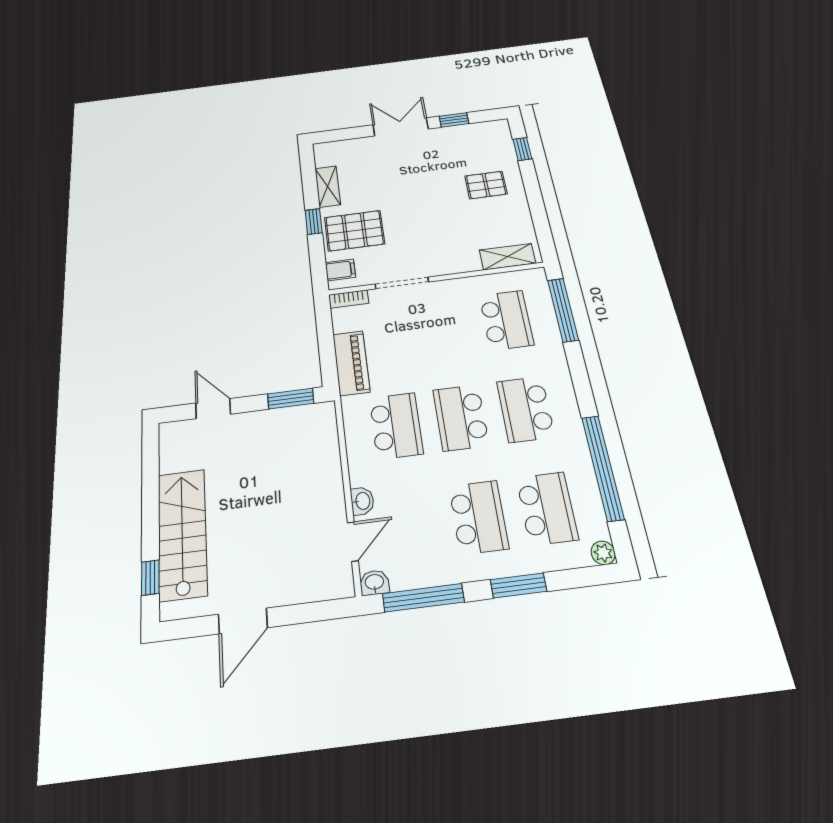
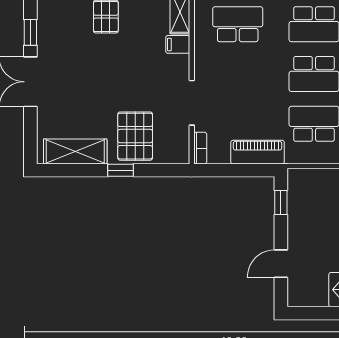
shelving: (328, 187) -> (75, 151), width x1.50, depth x1.33
filing cabinet: (340, 270) -> (178, 44), moved, turned -90
window: (291, 399) -> (281, 202), width x0.67

